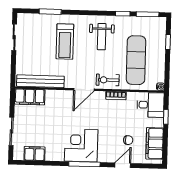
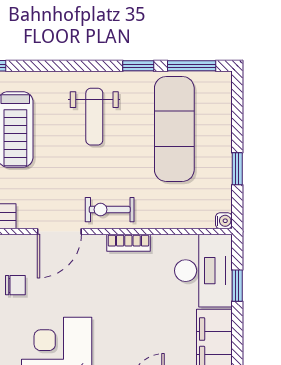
window: (168, 42) -> (237, 169), moved
exercise mat: (136, 60) -> (174, 129), moved
desk: (150, 105) -> (203, 271), width x1.37
chair: (128, 140) -> (15, 285), moved

